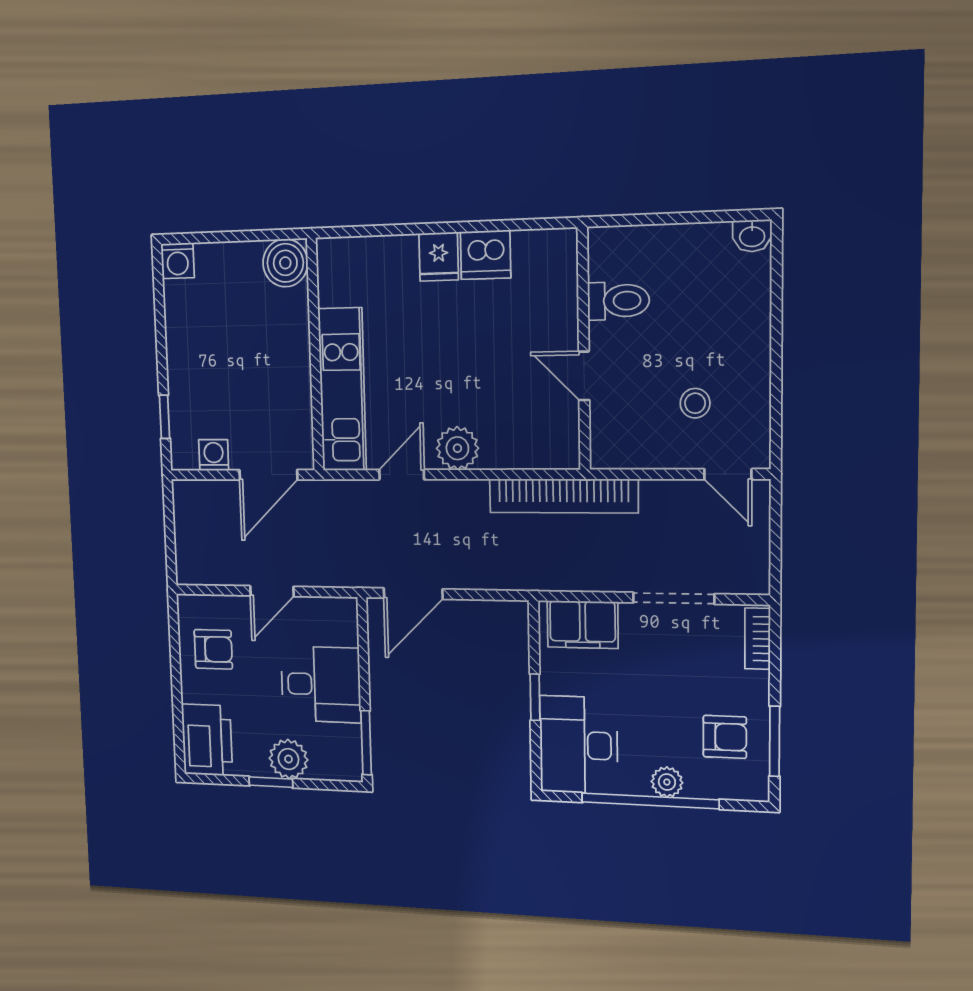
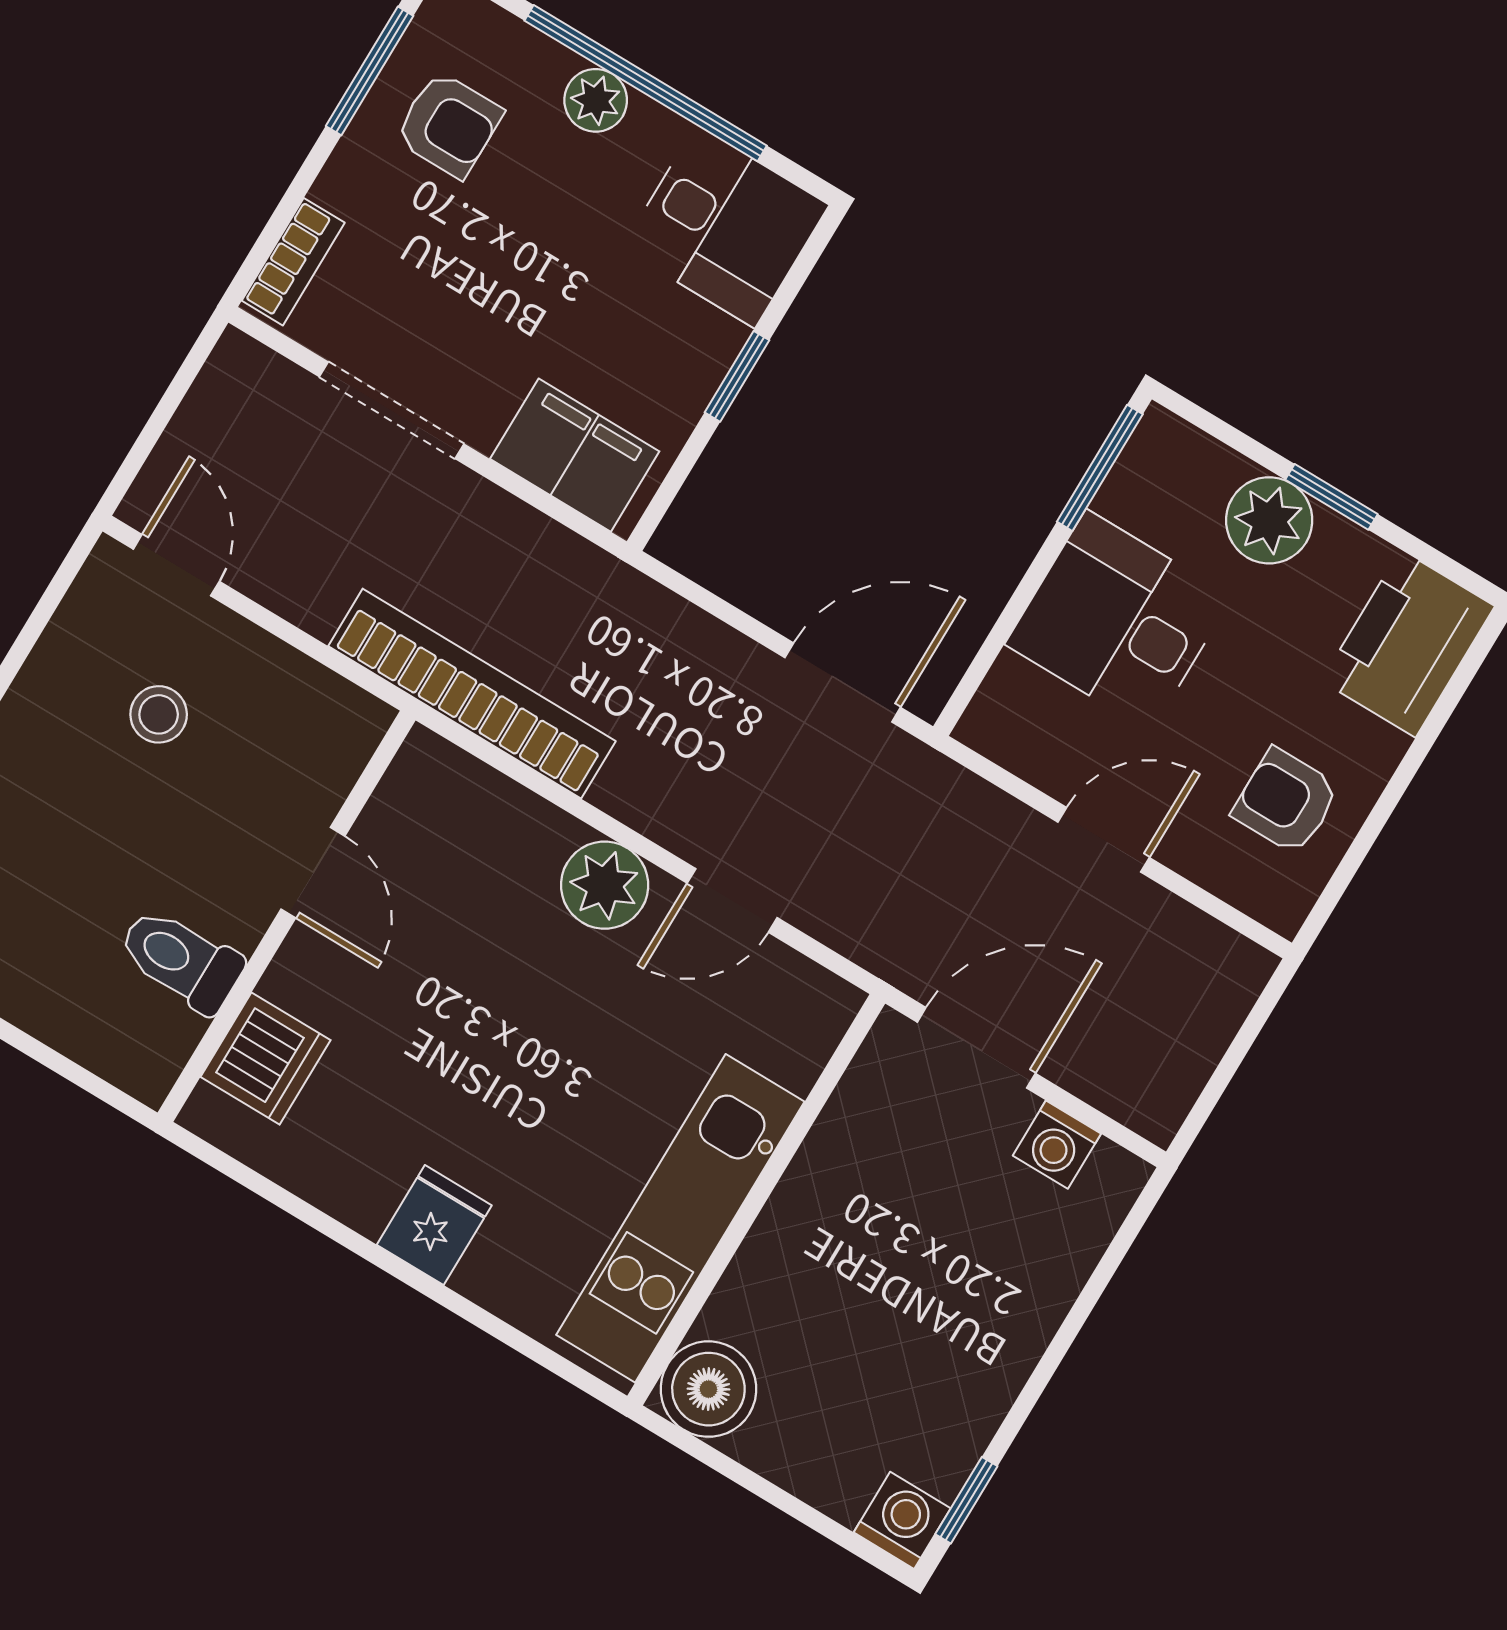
dishwasher: (486, 255) -> (266, 1058), moved, turned 90
kitchen unit: (342, 390) -> (680, 1218), moved
window: (165, 417) -> (966, 1500), moved
armchair: (725, 737) -> (449, 125), turned 180
desk: (578, 745) -> (725, 227), width x0.73

